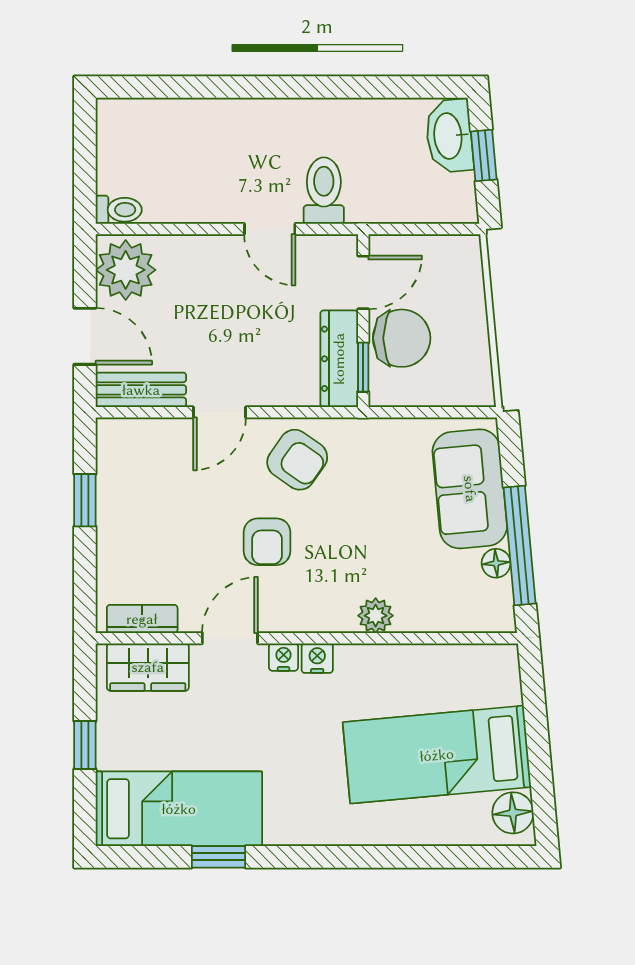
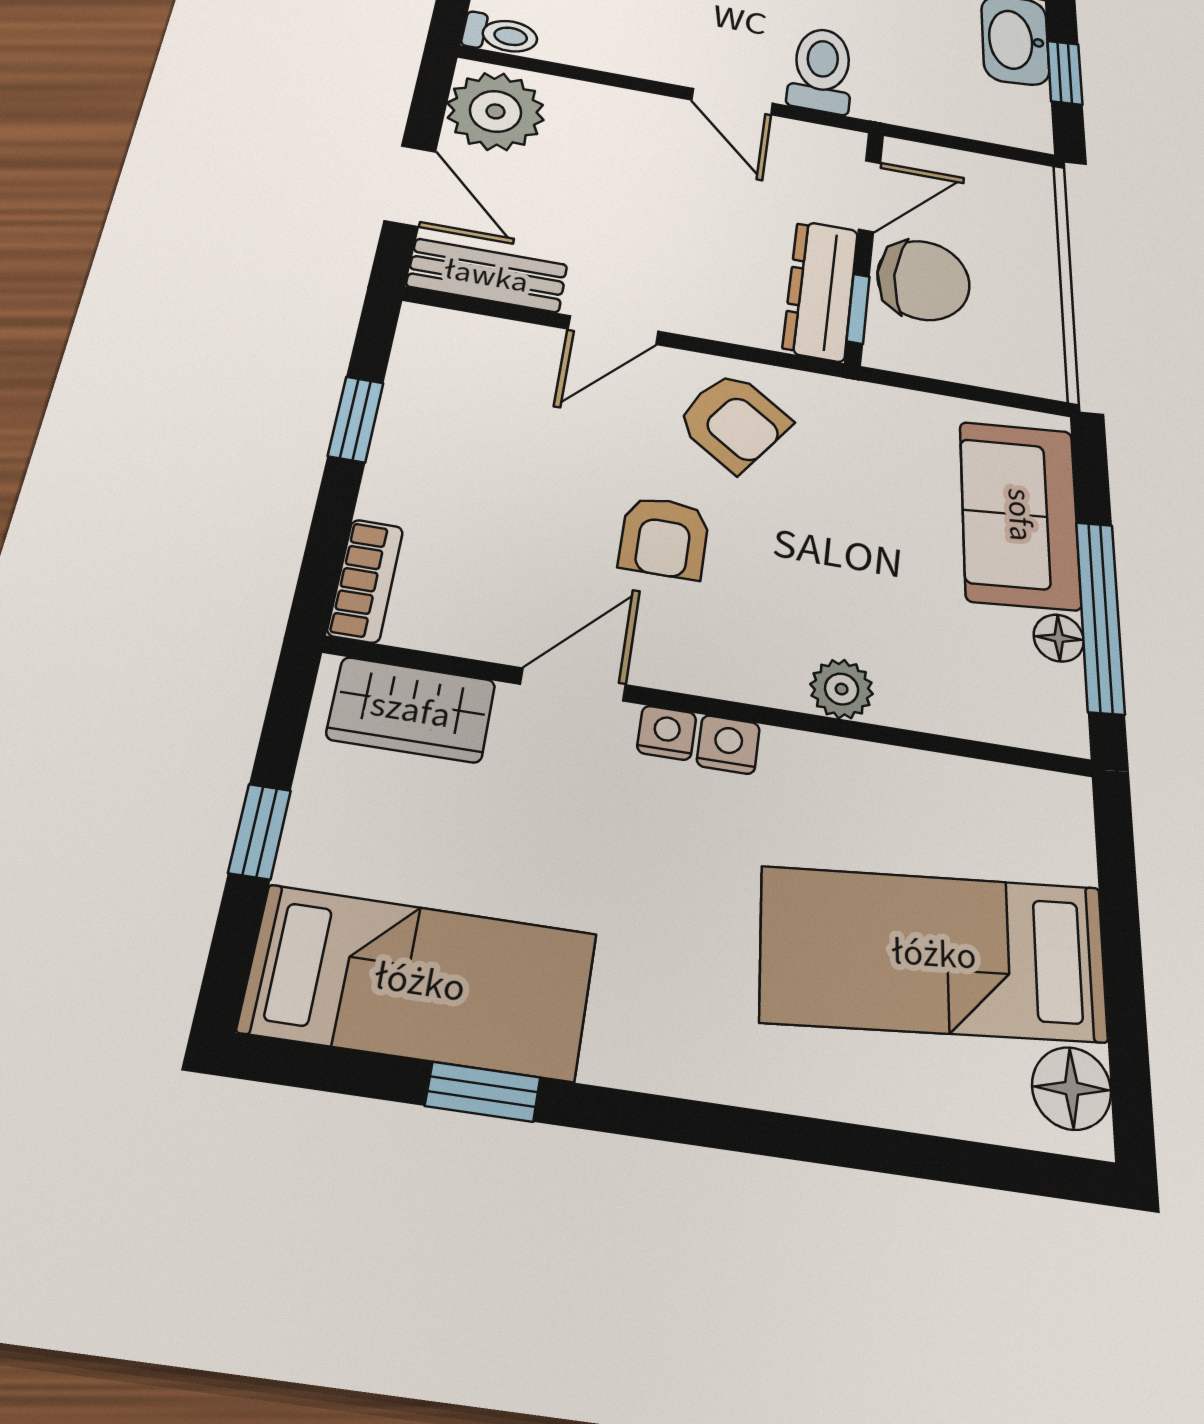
bookcase: (142, 619) -> (365, 581), moved, turned 90

